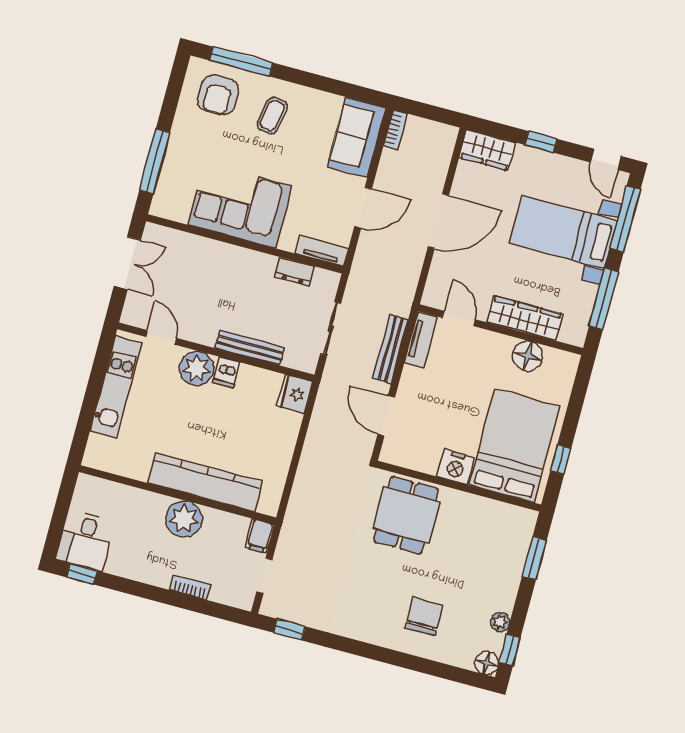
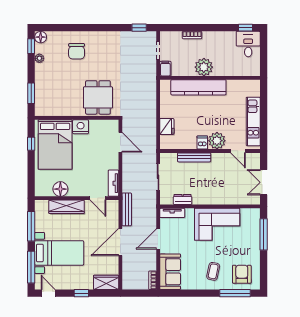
bench: (391, 349) -> (127, 209), moved
fridge: (295, 394) -> (167, 127), moved

